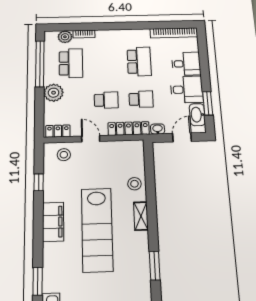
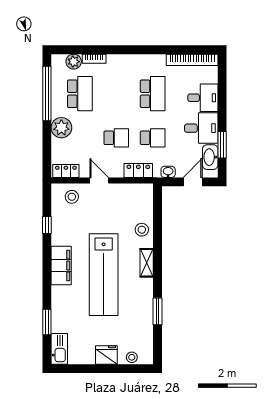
locker: (129, 129) -> (138, 170), width x0.66

